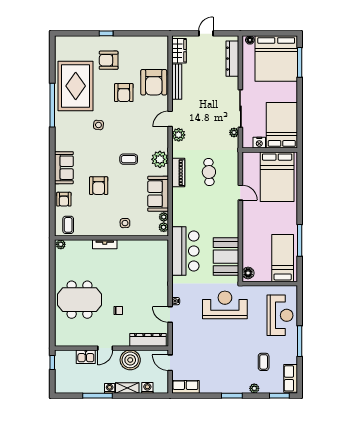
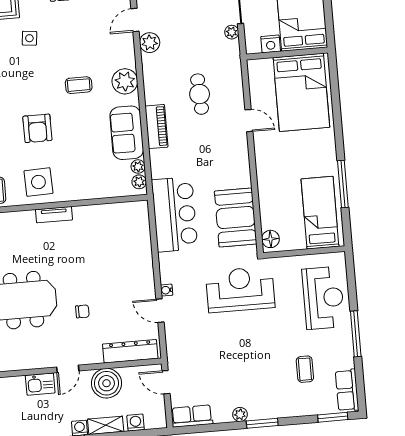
piano: (178, 173) -> (156, 127), moved
side table: (125, 223) -> (38, 182), moved, width x1.87, depth x1.87
plant: (254, 388) -> (240, 414), moved

